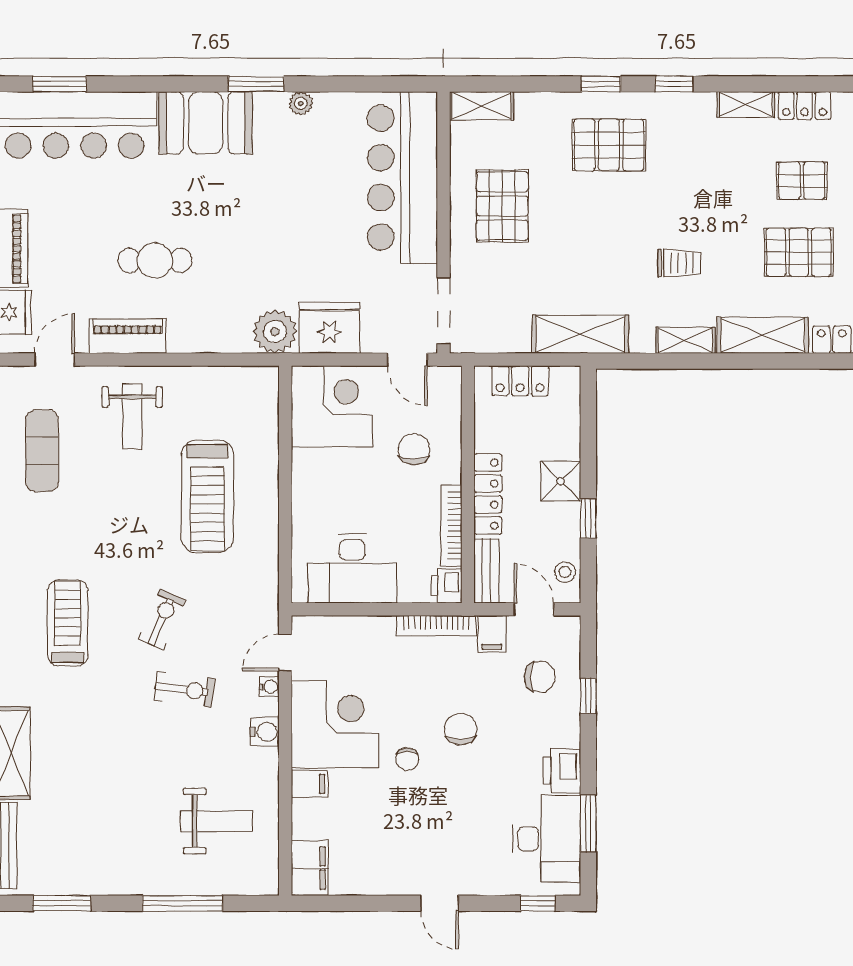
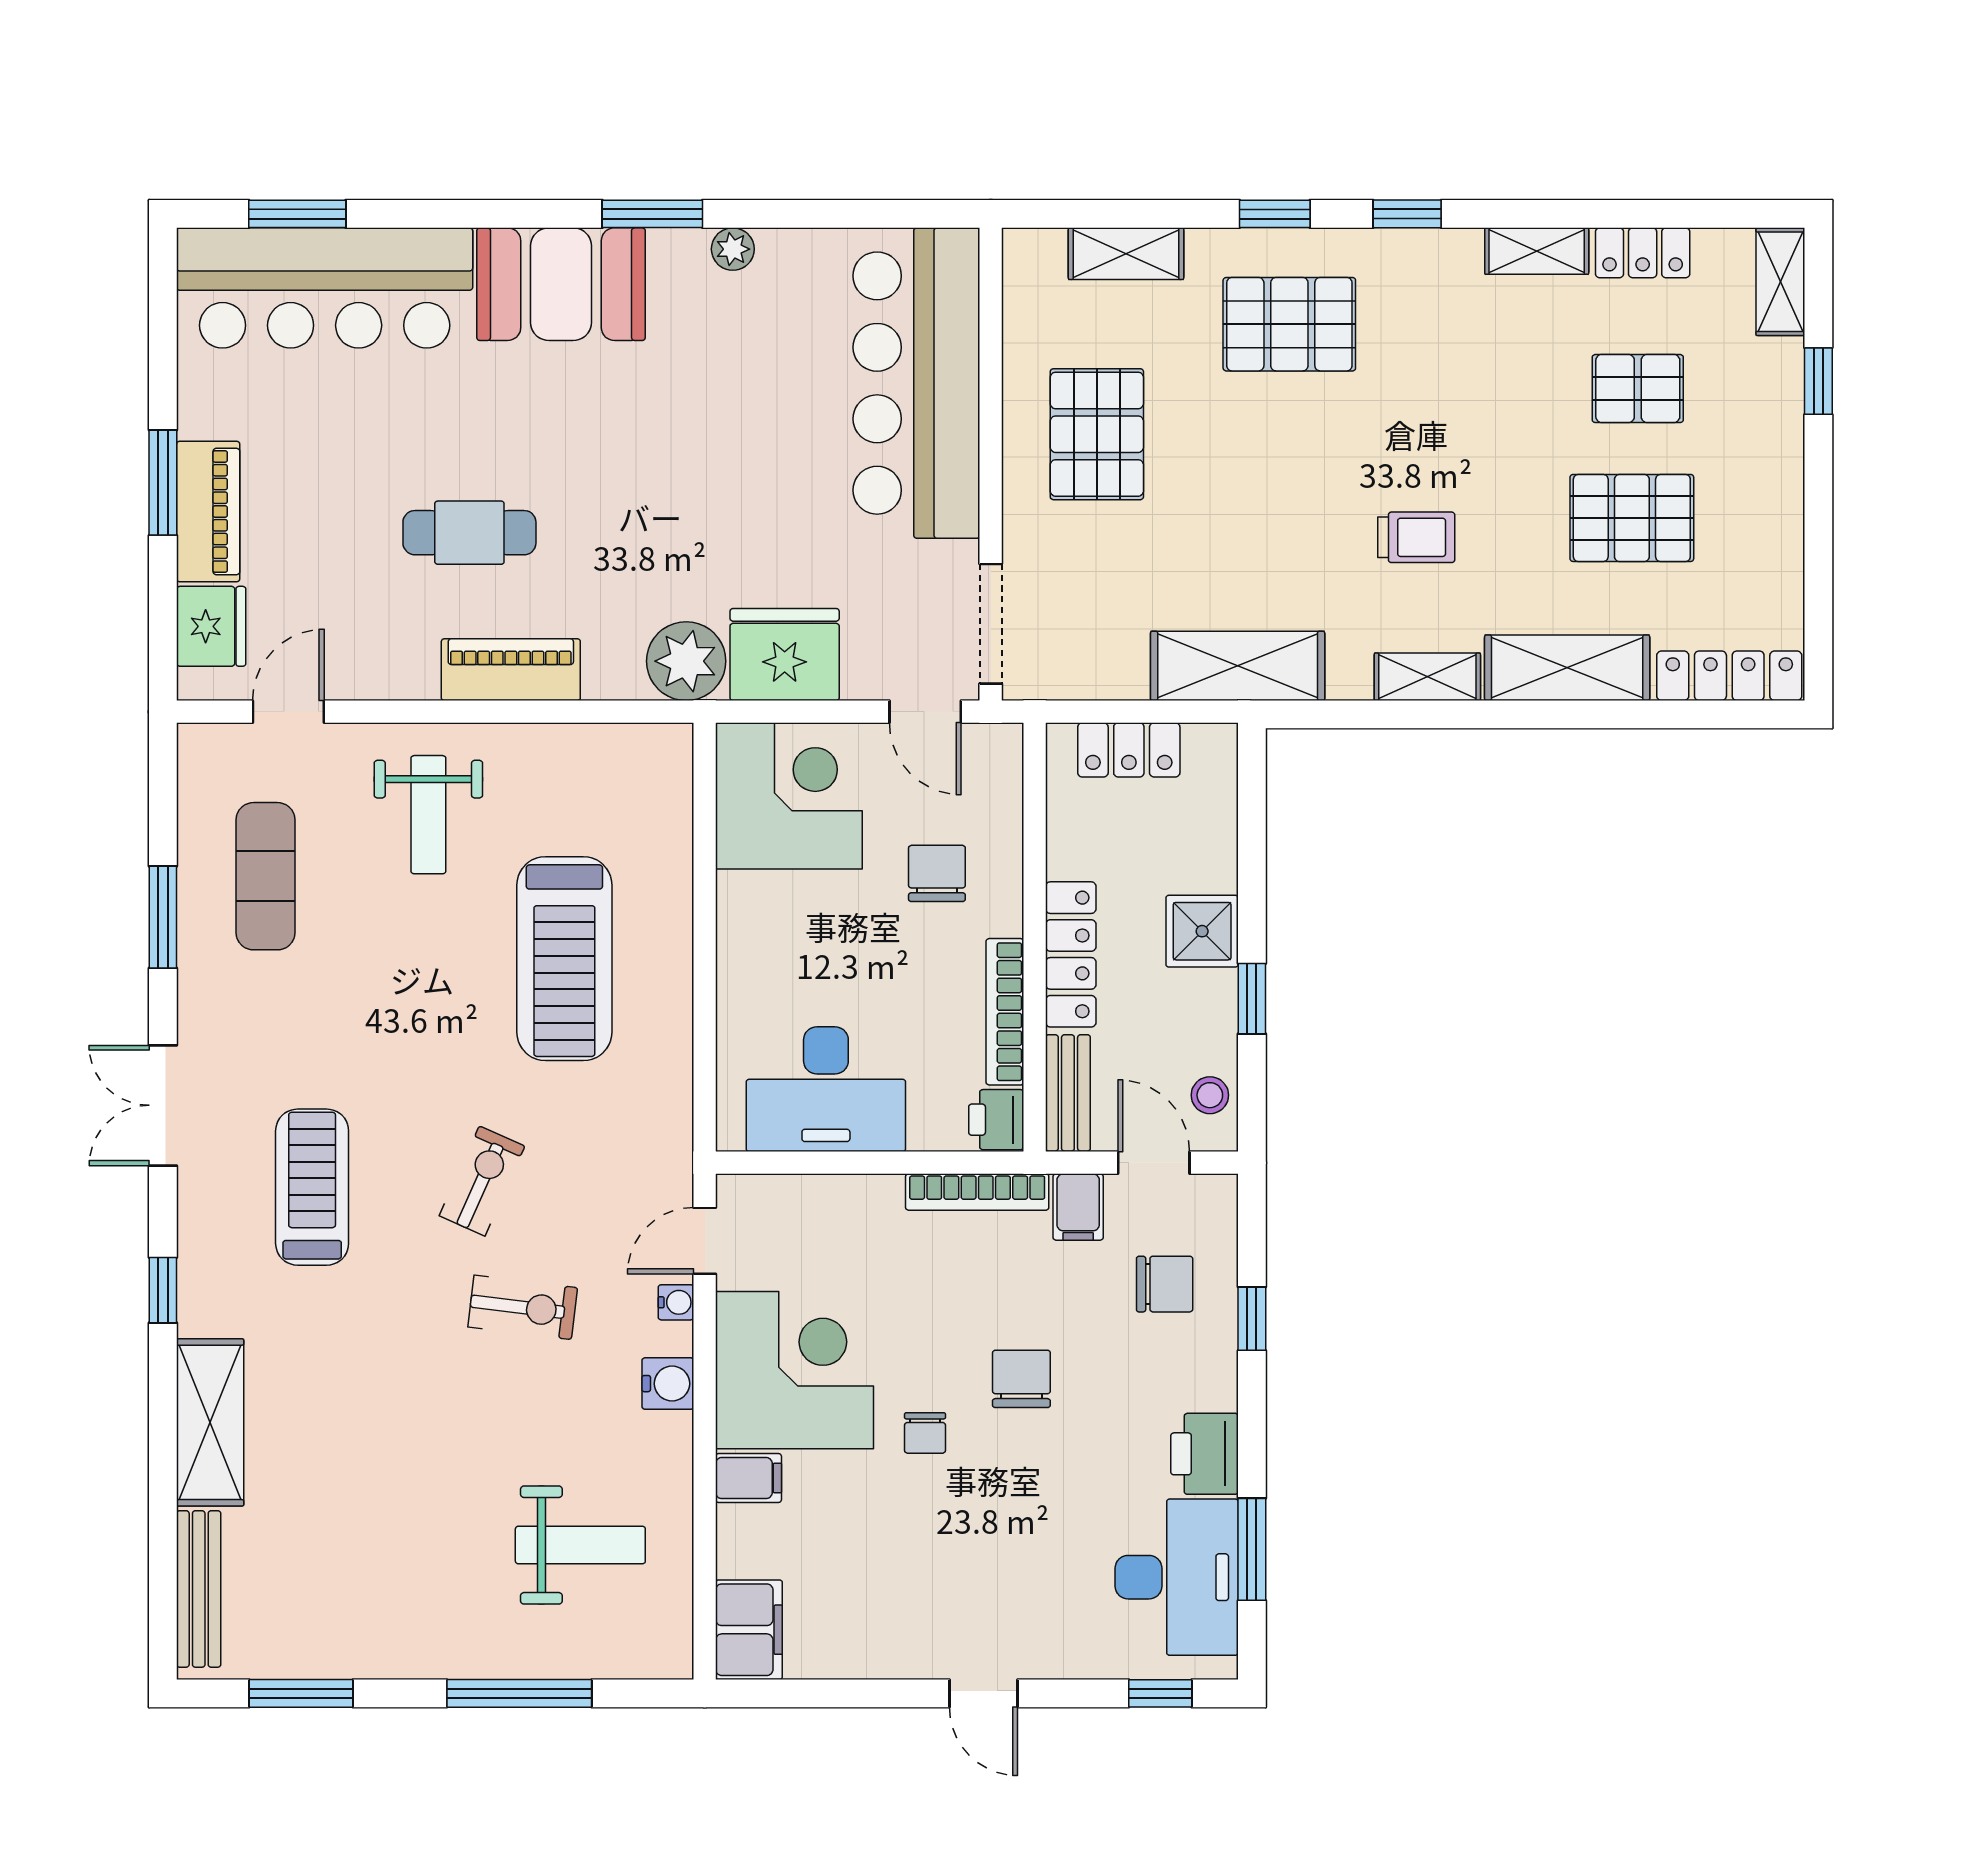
shelving: (482, 106) -> (1126, 254), moved
piano: (128, 336) -> (511, 670), moved

